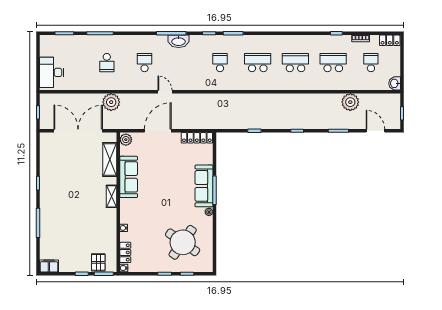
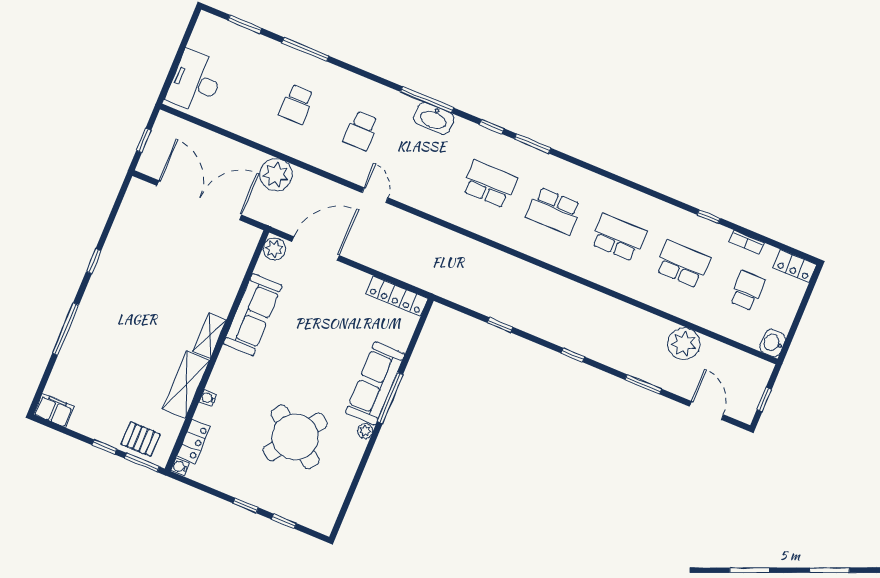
school desk: (145, 63) -> (361, 131), turned 180
school desk: (220, 63) -> (490, 184), width x1.85
school desk: (258, 63) -> (554, 211), turned 180
door: (158, 131) -> (316, 248), moved
shelving: (110, 159) -> (186, 384), moved
round table: (183, 242) -> (295, 437), moved
pallet: (98, 262) -> (141, 439), turned 90

